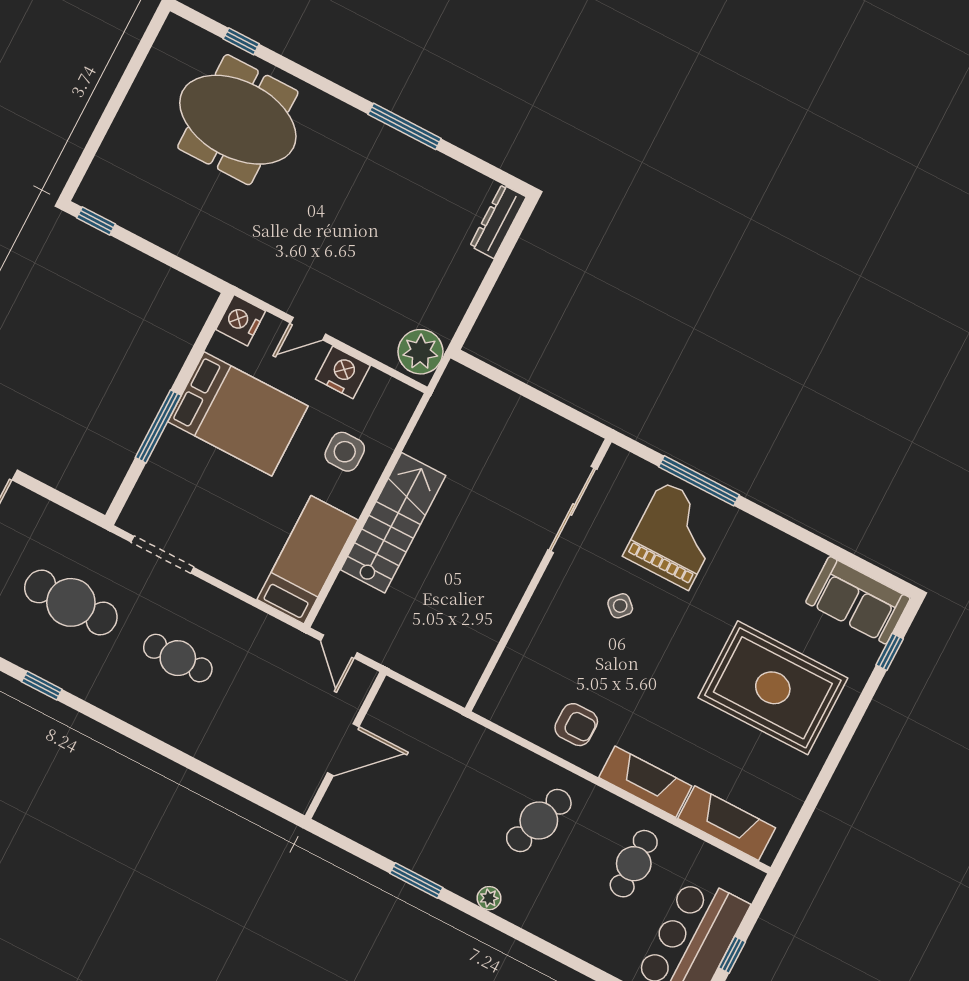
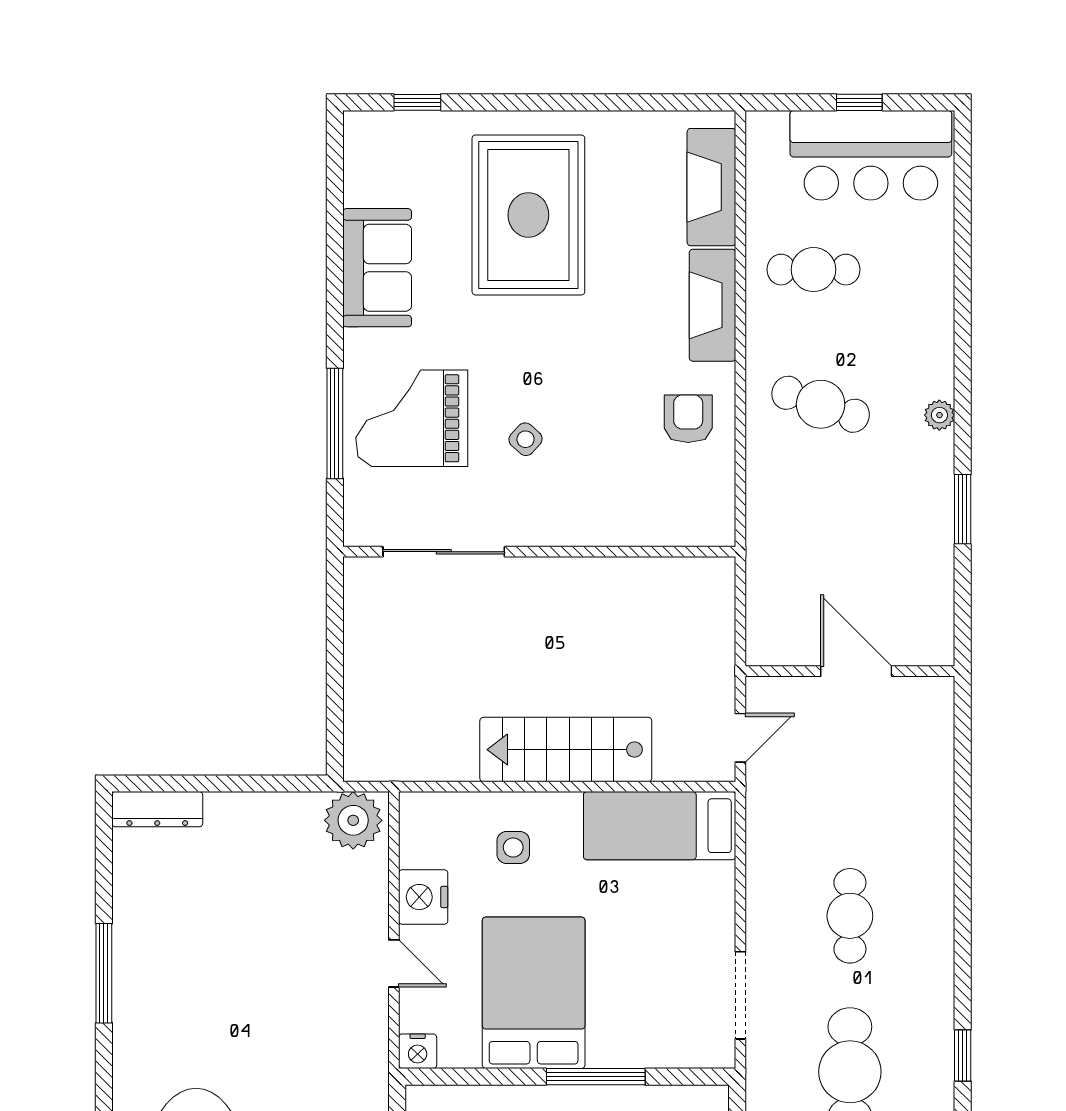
nightstand: (241, 320) -> (418, 1051), width x0.74, depth x0.75
side table: (345, 452) -> (513, 847), width x0.73, depth x0.73
sofa: (858, 600) -> (377, 268), moved

